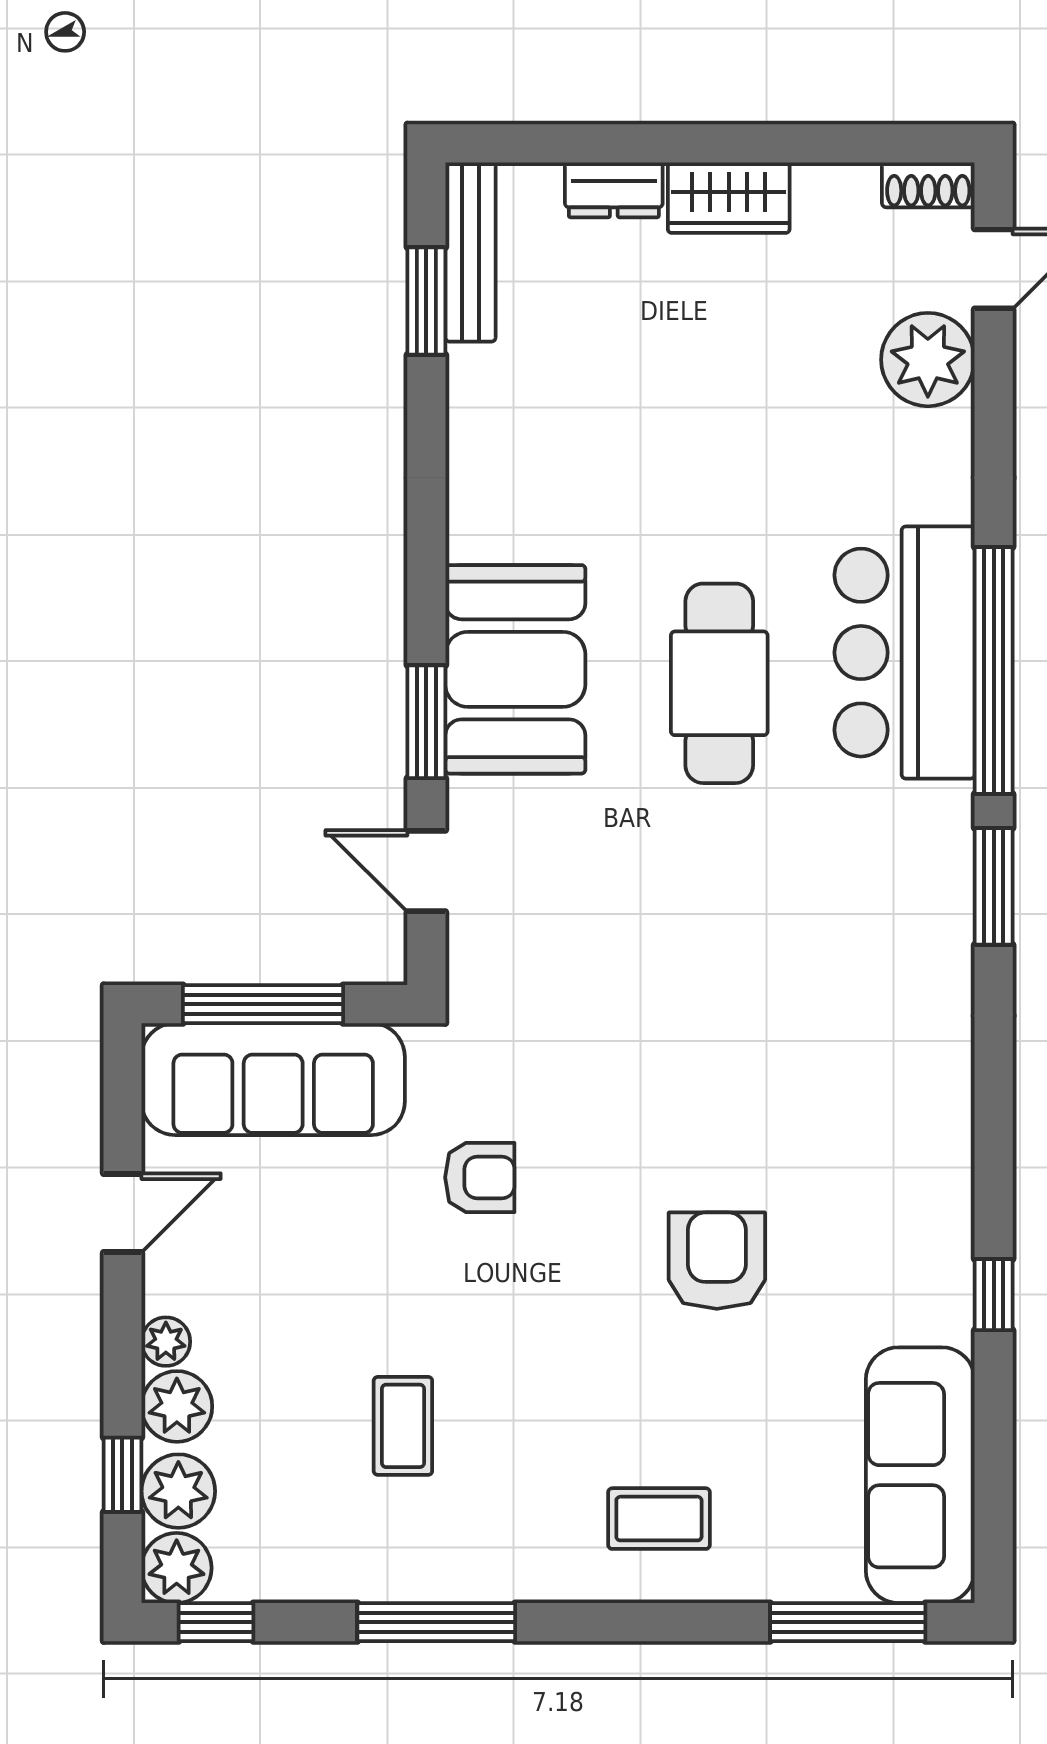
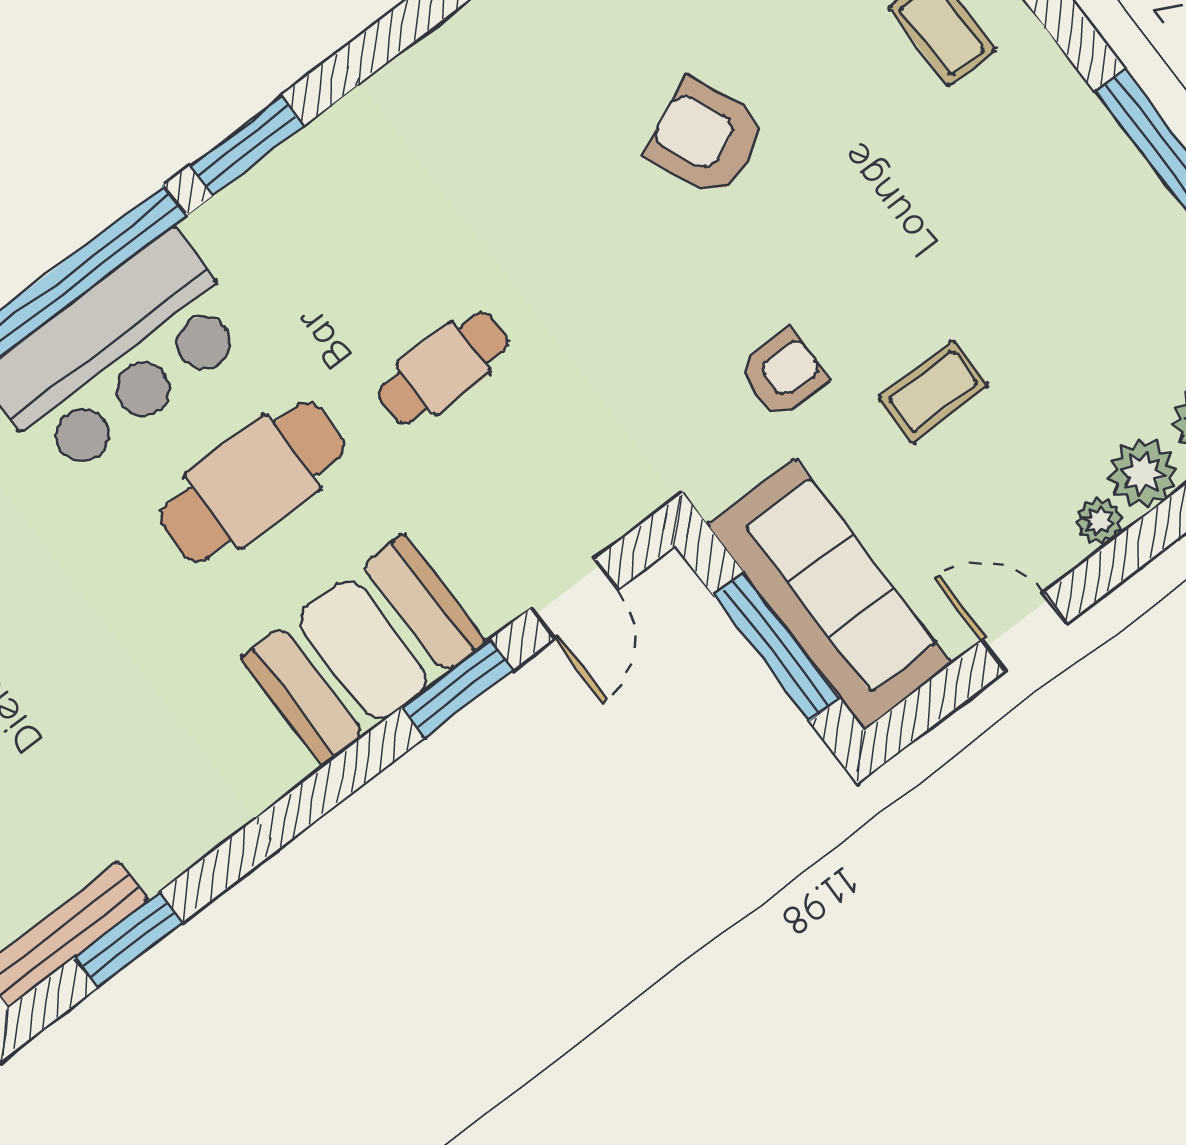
cafe table: (693, 907) -> (443, 368), added
armchair: (480, 1177) -> (783, 373), turned 90
armchair: (717, 1261) -> (706, 138), turned 66
coffee table: (403, 1426) -> (933, 392), moved

